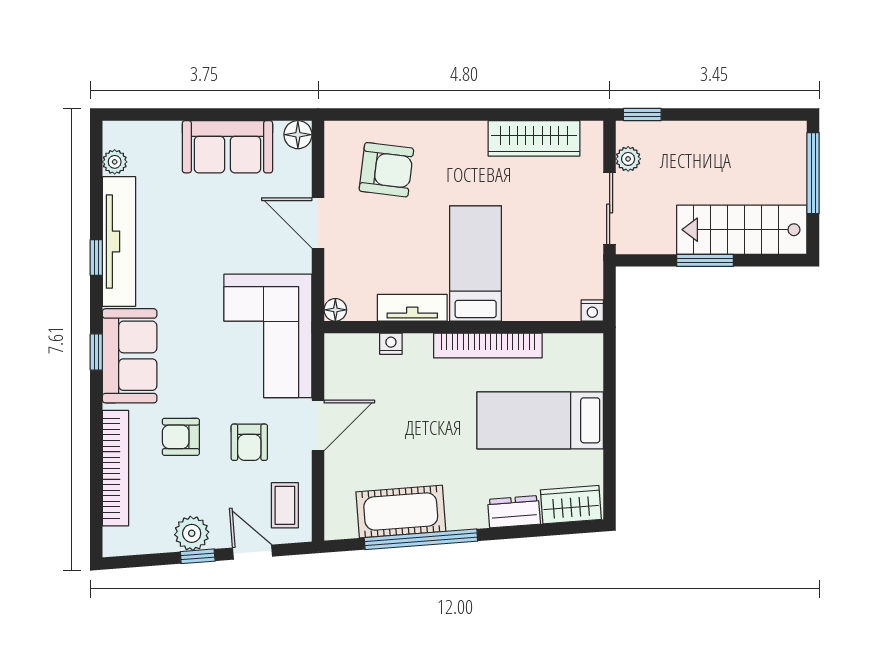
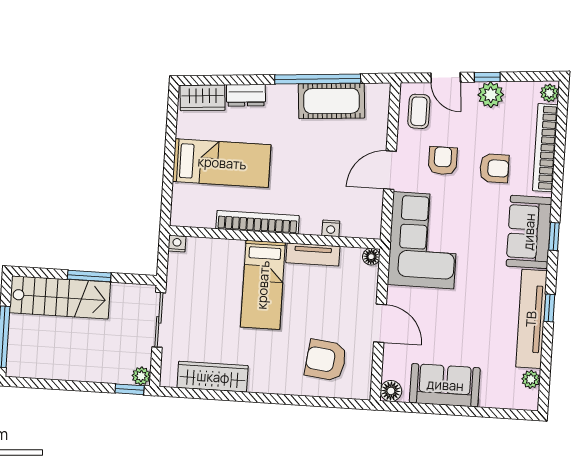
plant: (628, 159) -> (141, 376), moved
plant: (115, 541) -> (549, 93), added

